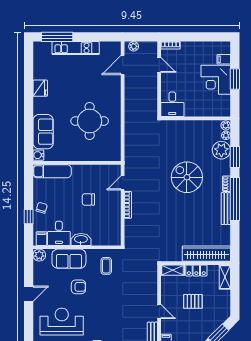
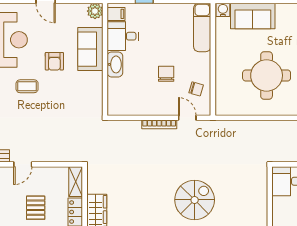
chair: (42, 208) -> (196, 89), moved
coffee table: (106, 266) -> (27, 86), moved

